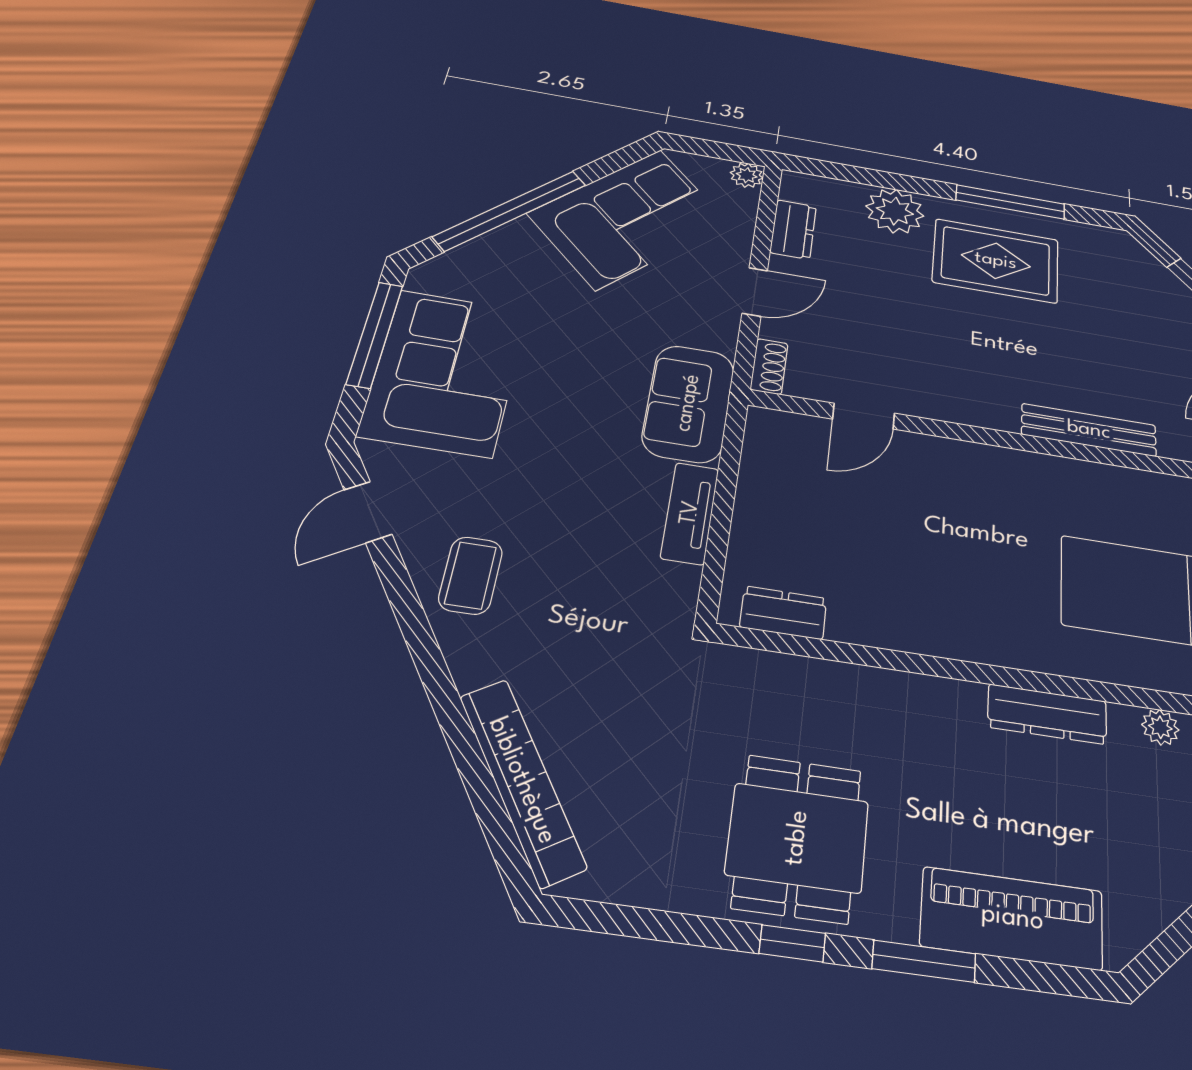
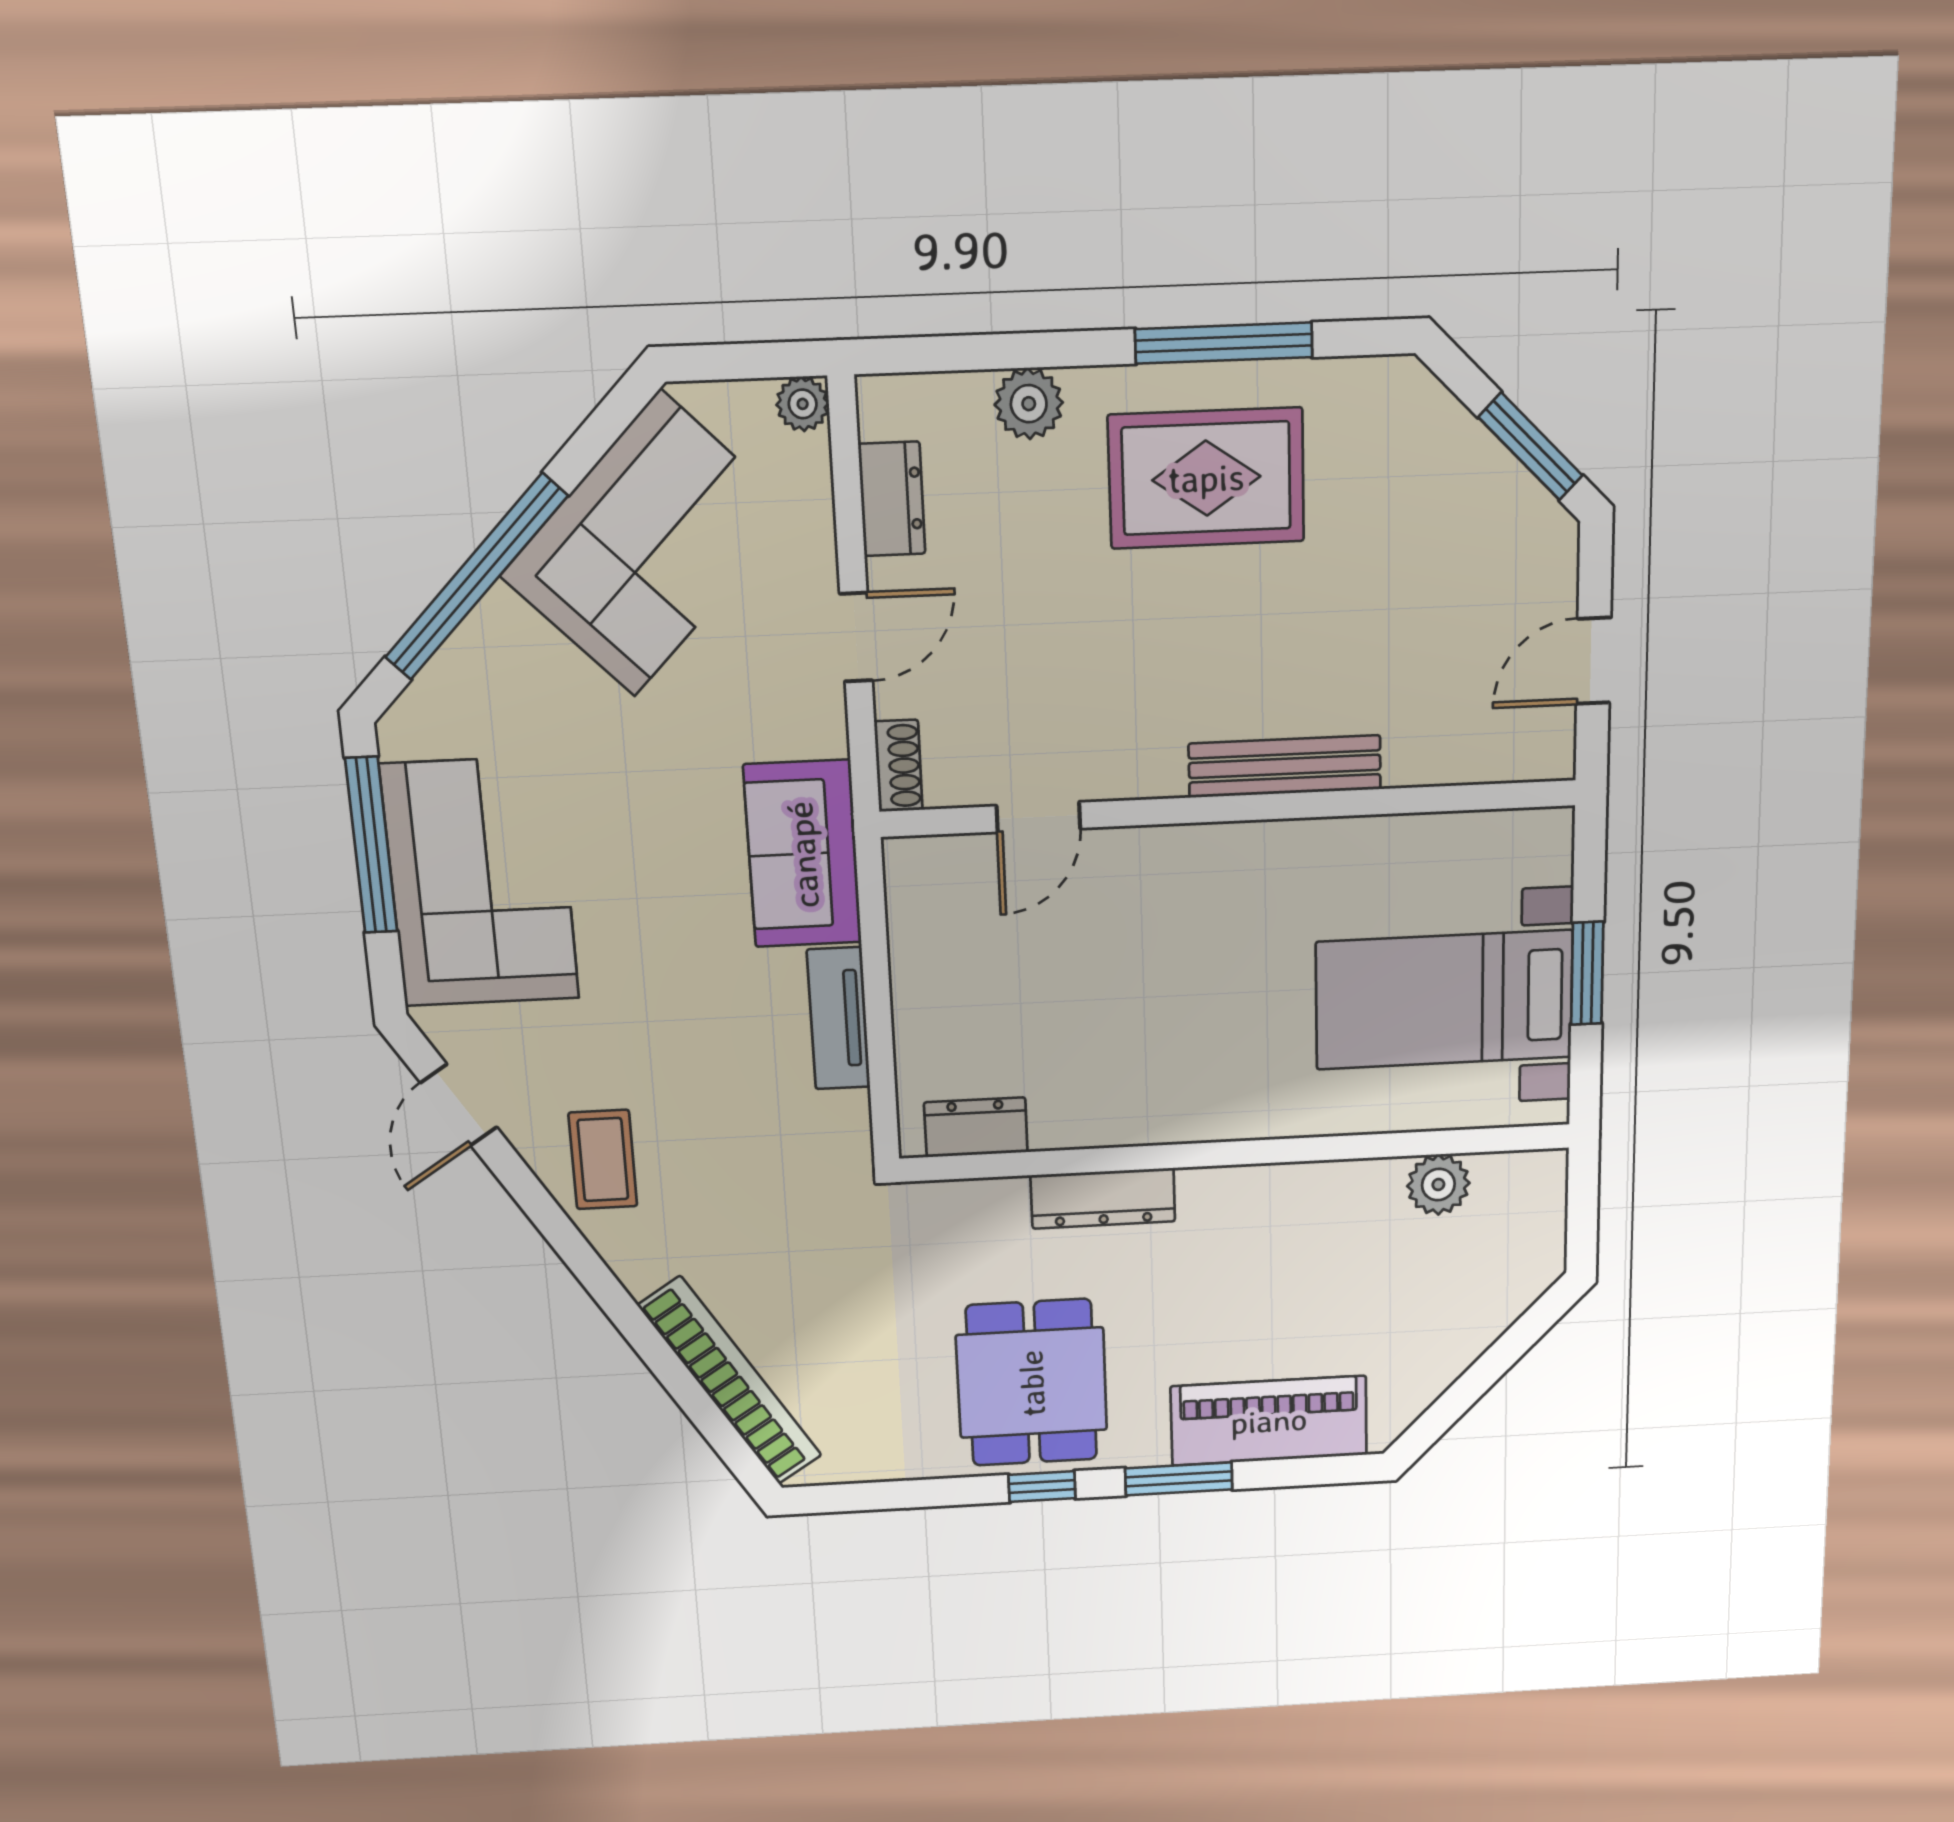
plant: (895, 211) -> (1029, 404), width x0.73, depth x0.73
bench: (1089, 430) -> (1285, 766), moved
dresser: (1047, 714) -> (1103, 1198), moved
plant: (1160, 727) -> (1438, 1185), width x1.38, depth x1.38

